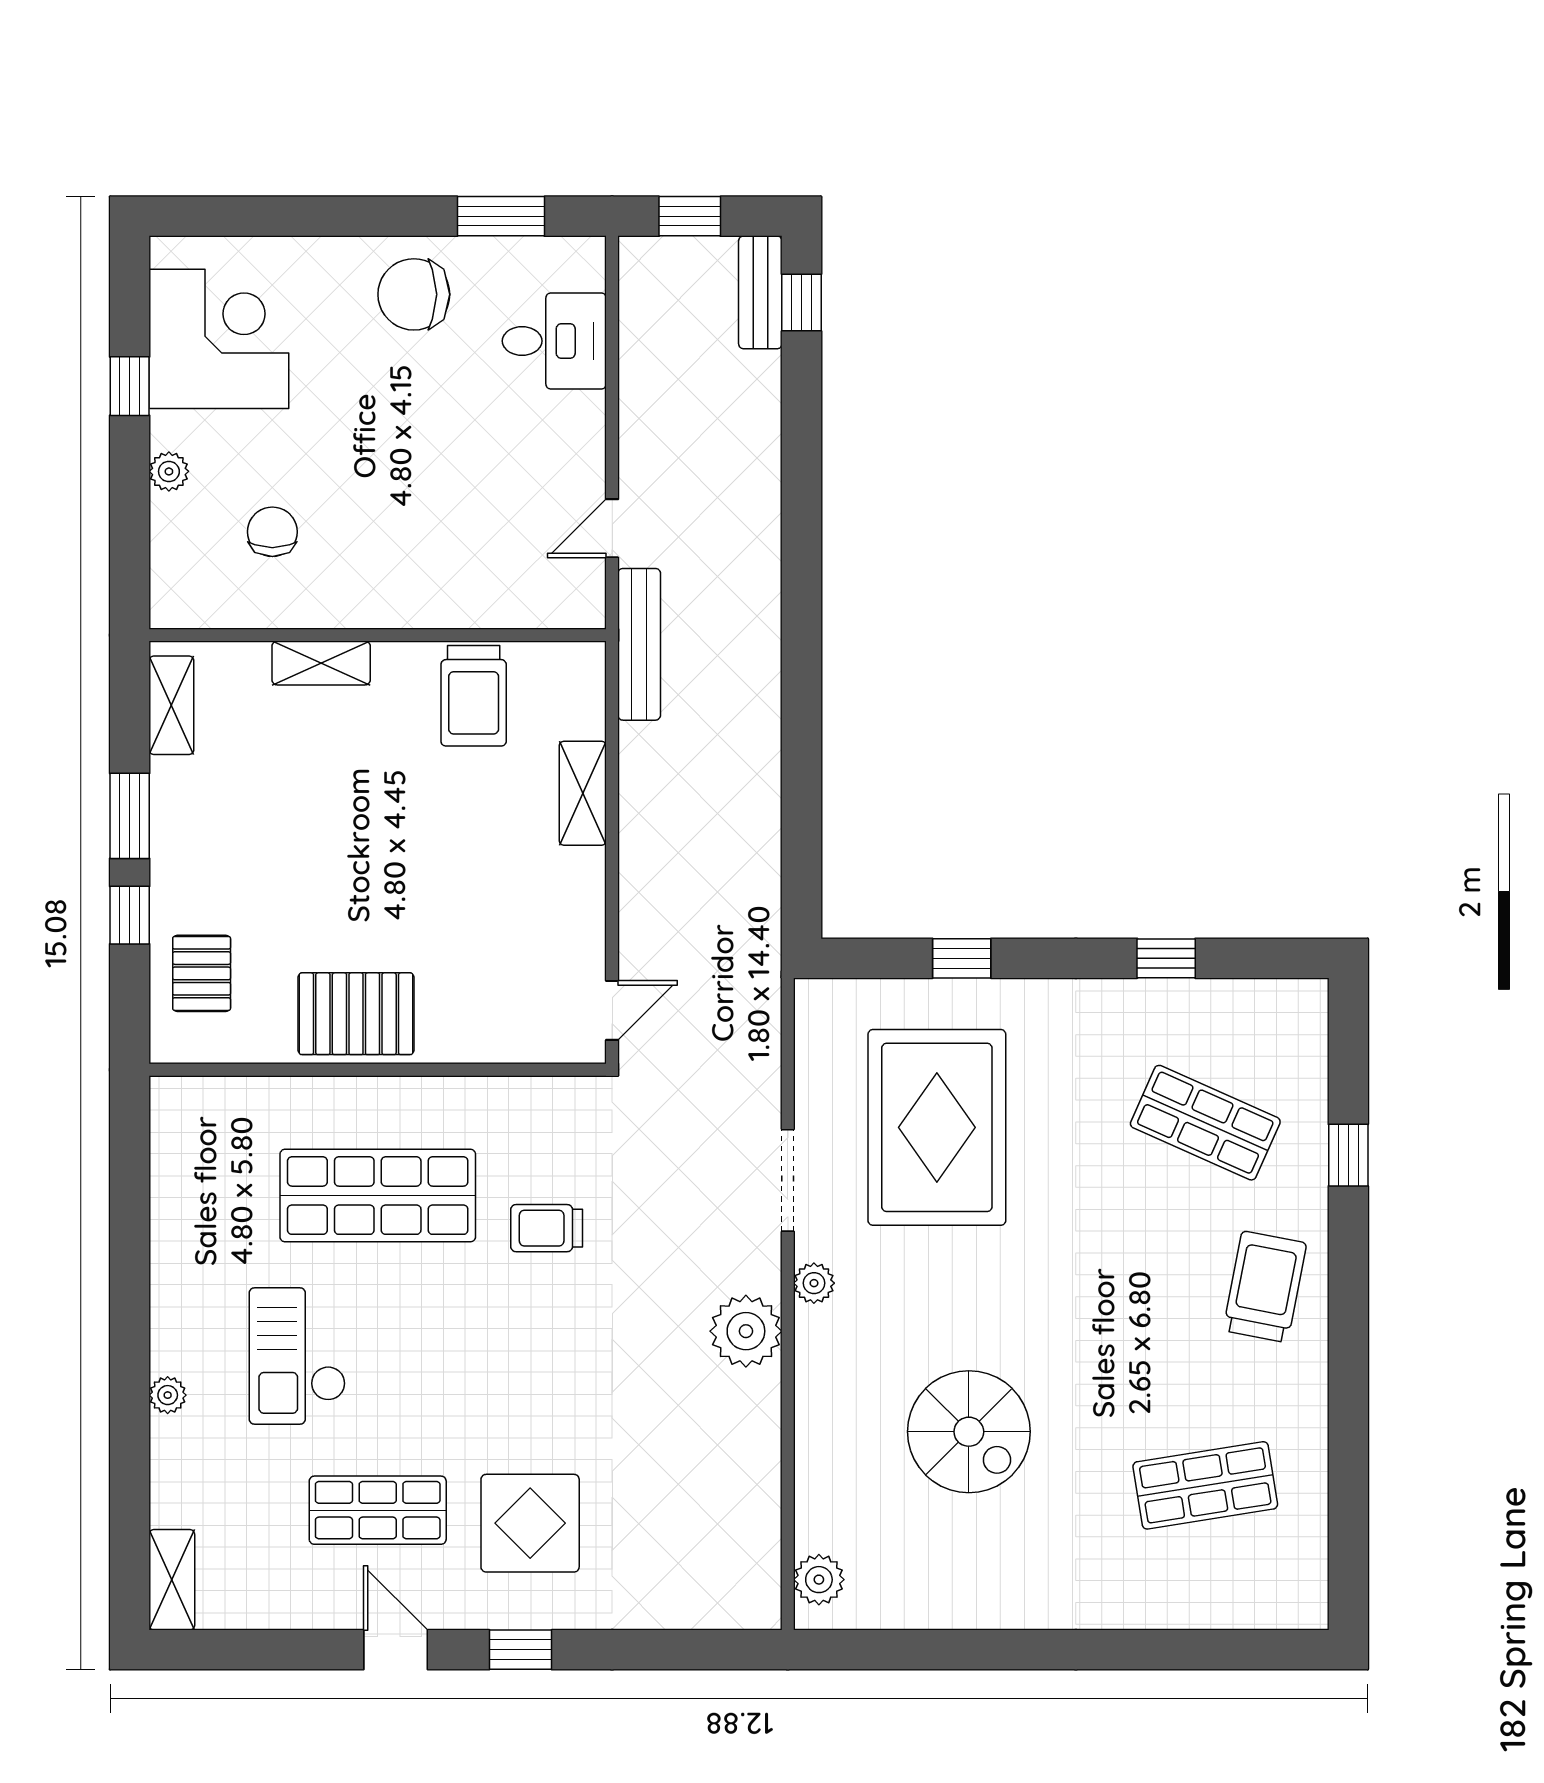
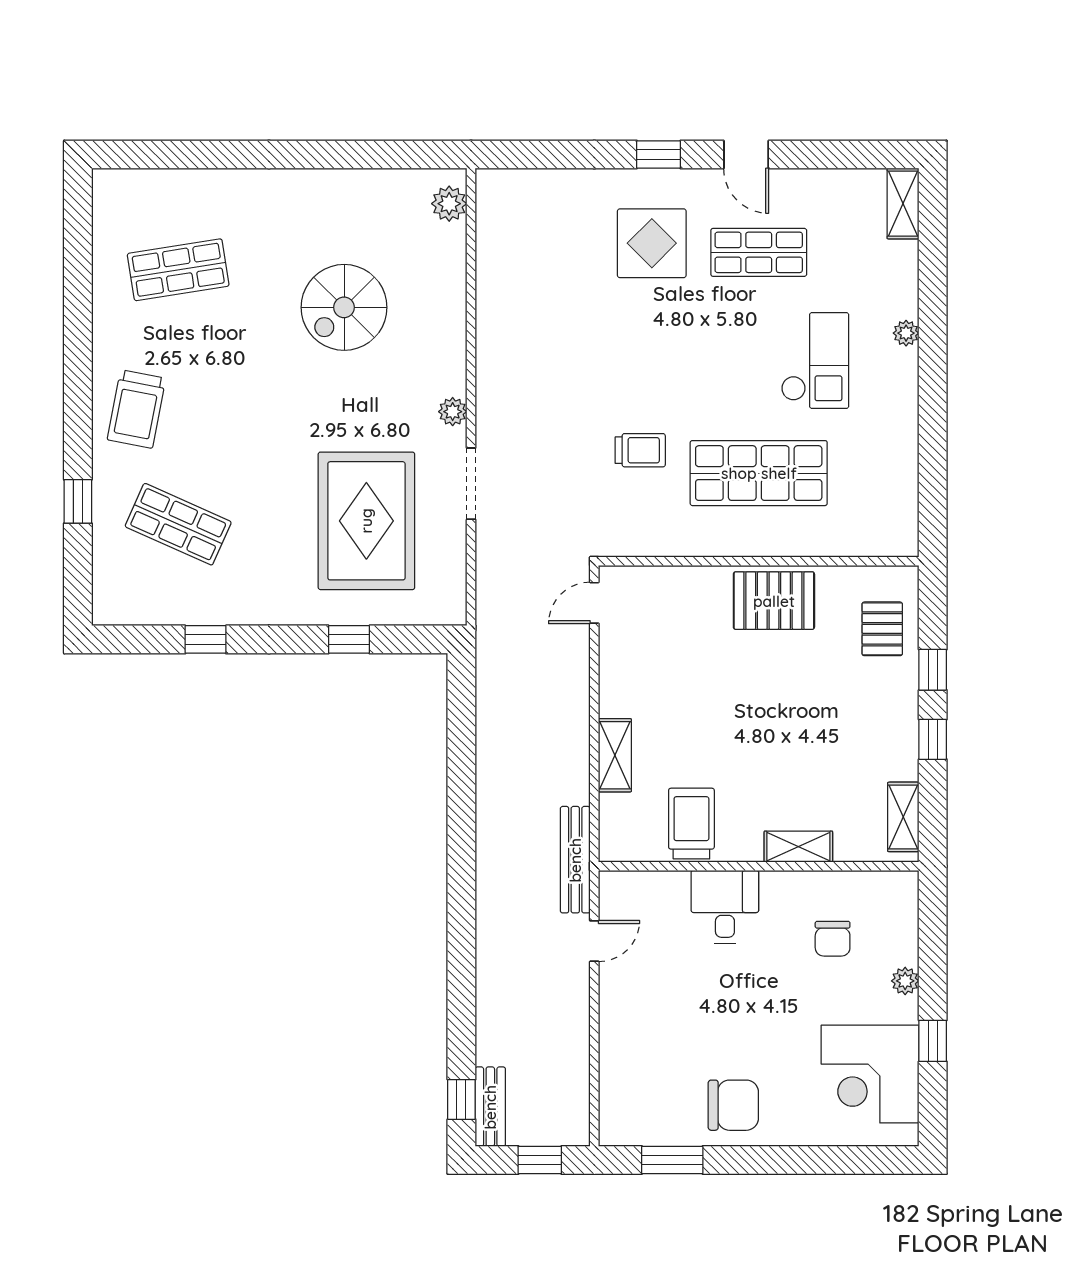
desk: (554, 341) -> (725, 907), moved, turned 90
window: (130, 816) -> (933, 739), width x0.67
plant: (746, 1331) -> (500, 378), removed
spiral stairs: (969, 1432) -> (344, 307), turned -90

